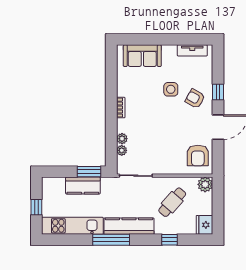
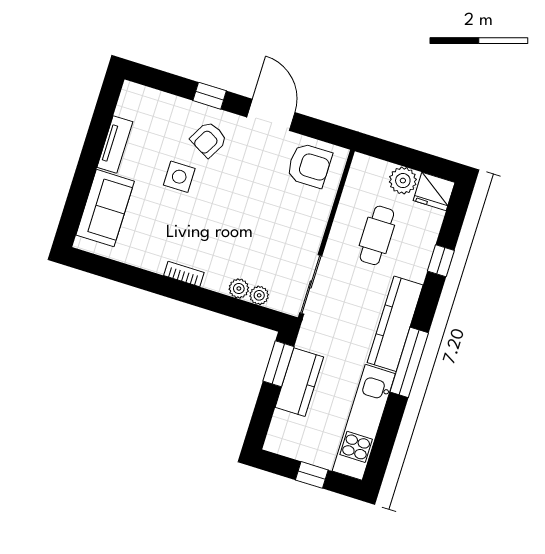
tv unit: (192, 50) -> (115, 145), moved
plant: (205, 184) -> (403, 181), moved
cafe table: (172, 202) -> (377, 235), turned 49

